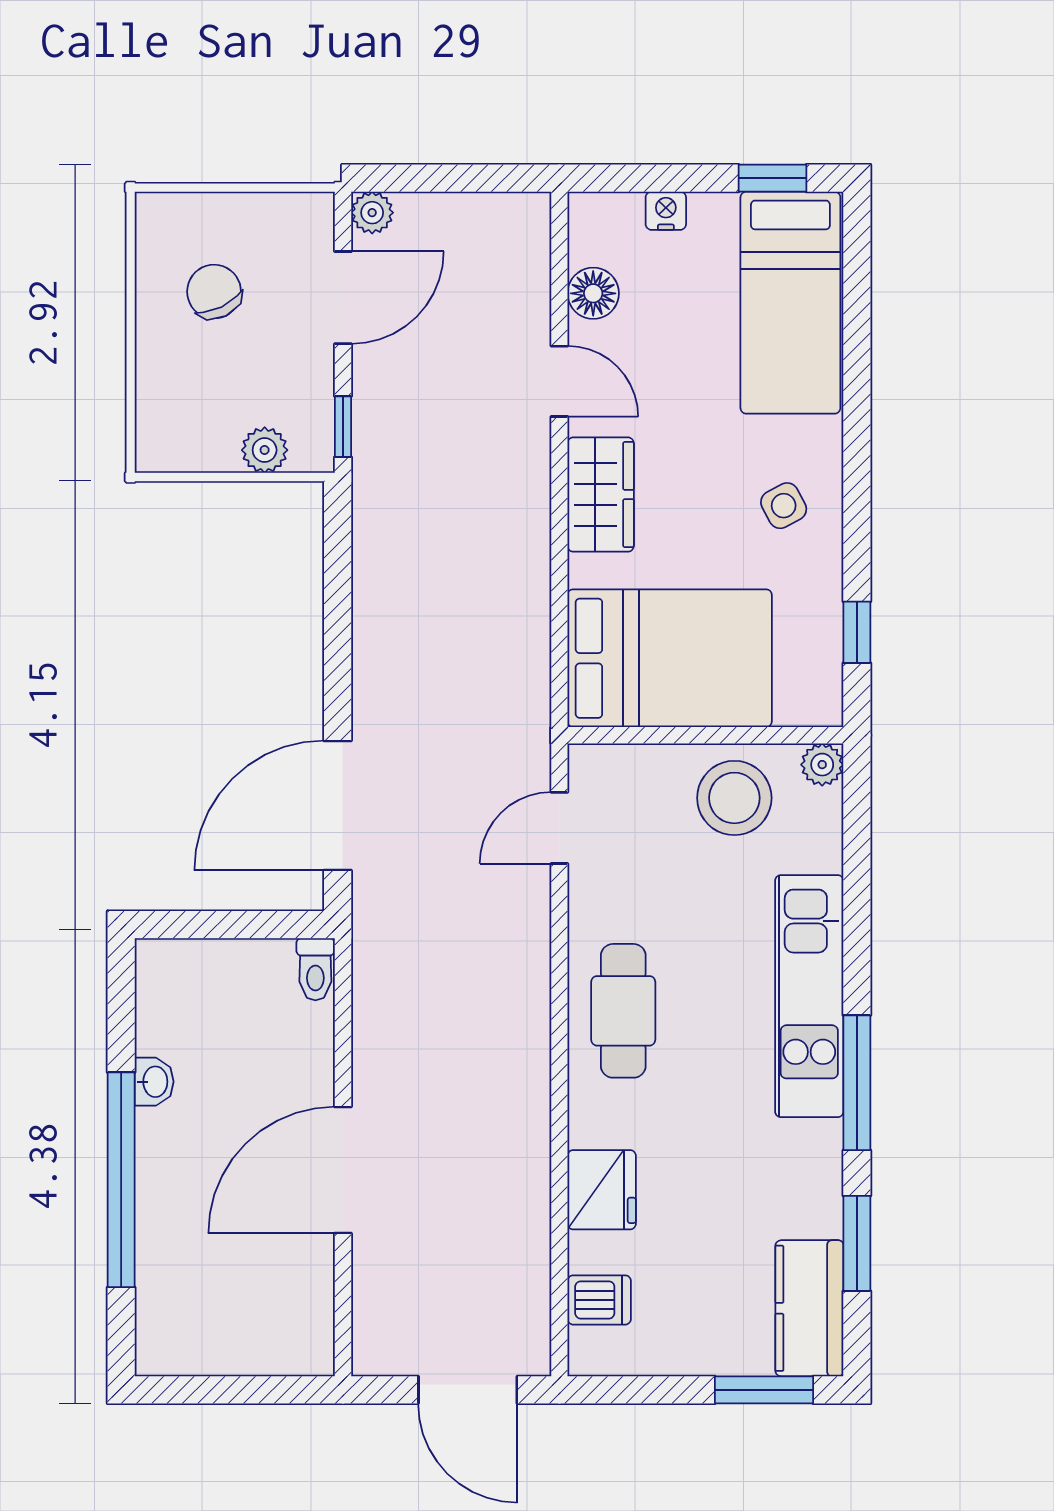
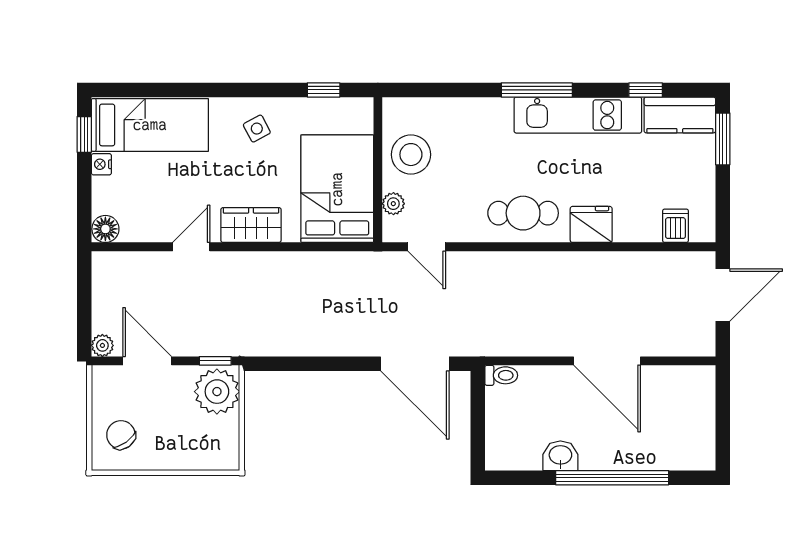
nightstand: (666, 211) -> (101, 164), moved
chair: (214, 292) -> (121, 435), moved, turned 80
floor lamp: (593, 293) -> (105, 229), moved
plant: (265, 450) -> (217, 392), width x1.87, depth x1.87
plant: (822, 765) -> (393, 204), moved
kitchen unit: (809, 996) -> (578, 115), moved
washbasin: (154, 1082) -> (560, 456), width x1.38, depth x1.45
window: (857, 1083) -> (537, 90), moved
fridge: (602, 1190) -> (591, 224), moved
window: (857, 1243) -> (646, 90), width x0.67

